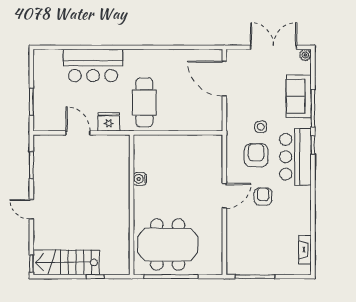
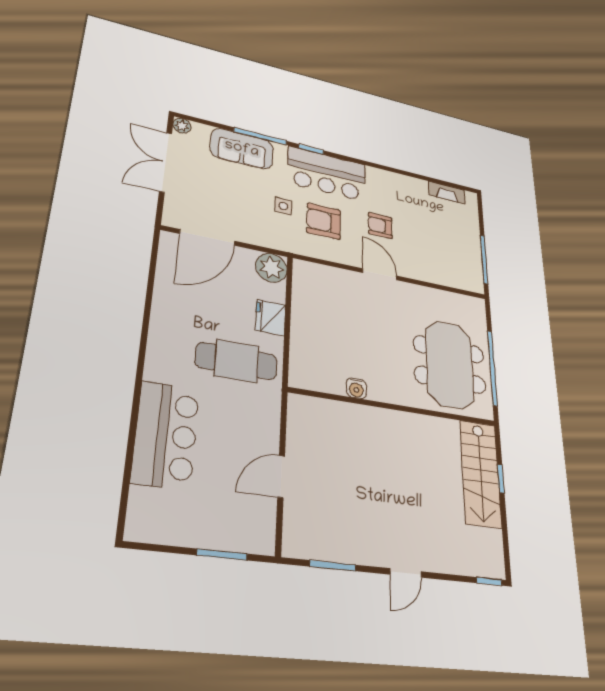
plant: (212, 121) -> (271, 268), added
fridge: (109, 122) -> (271, 317), moved
stairs: (66, 262) -> (481, 473), moved

